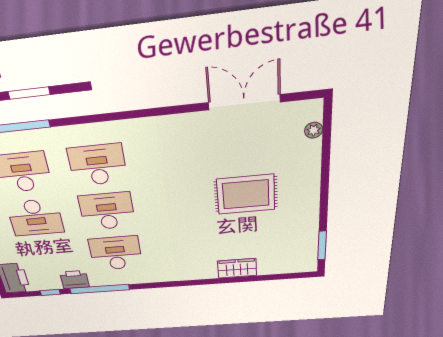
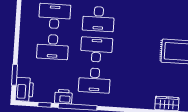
desk: (97, 165) -> (98, 19), turned 180
desk: (116, 253) -> (95, 80), turned 180

